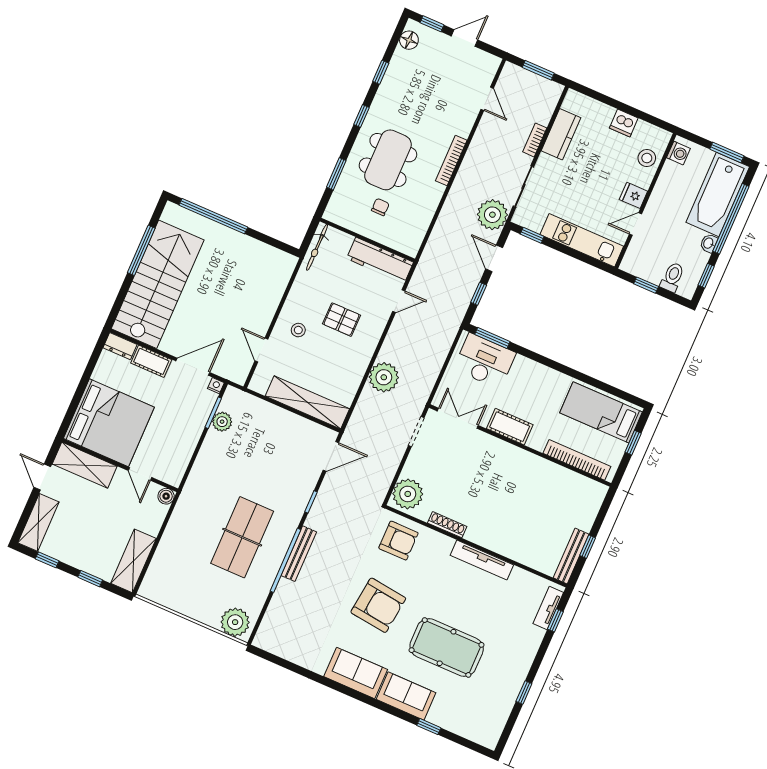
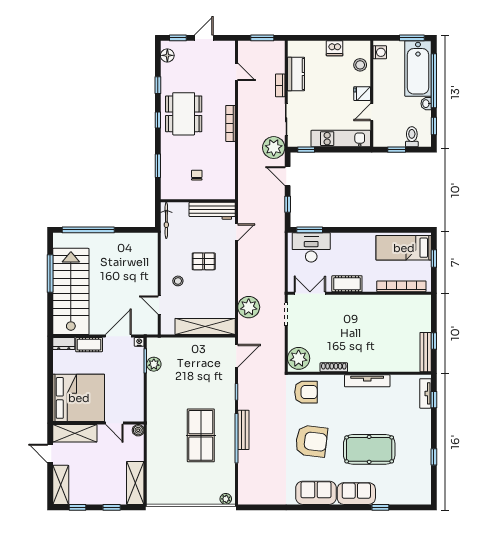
dining table: (388, 160) -> (184, 114), moved
plant: (384, 377) -> (249, 307), moved
plant: (235, 622) -> (226, 499), width x0.53, depth x0.53

